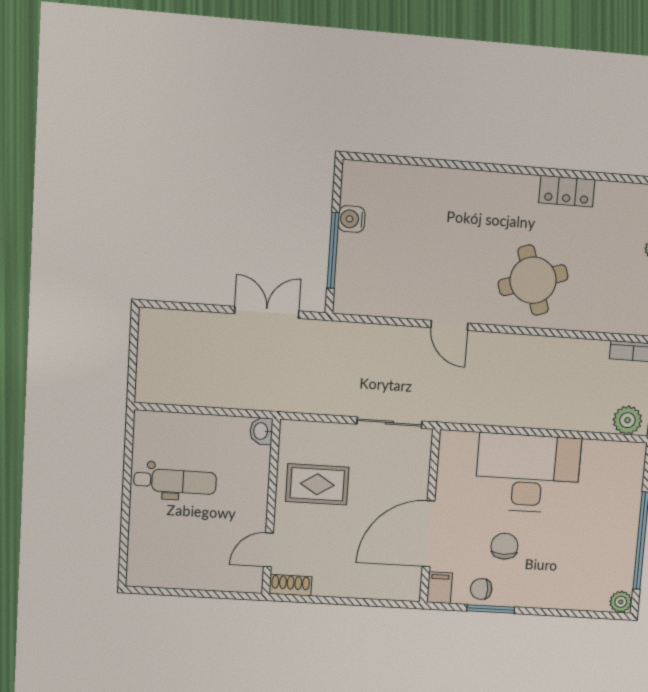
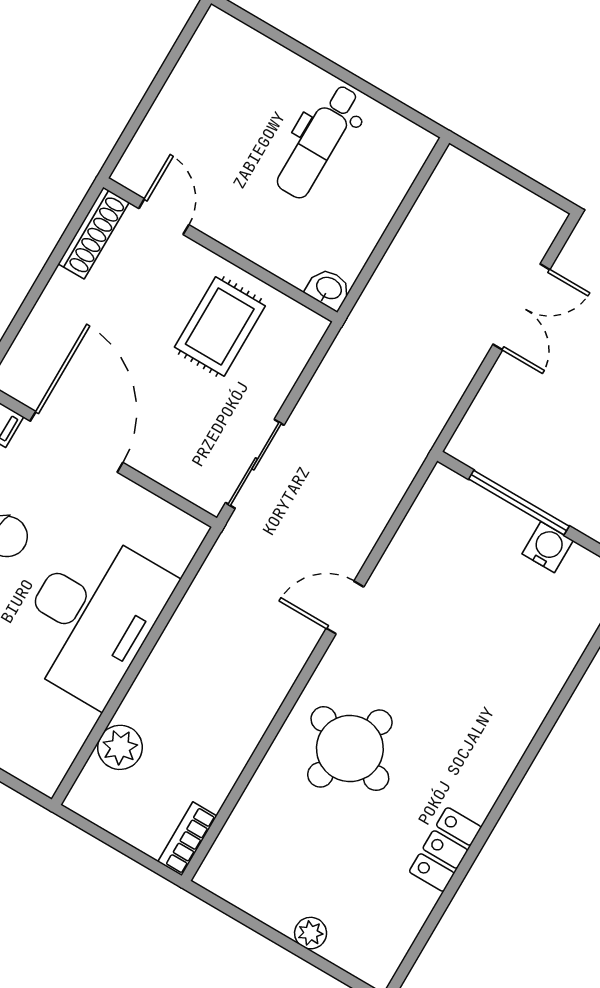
round table: (533, 280) -> (350, 749), turned 36
double door: (267, 312) -> (521, 307), moved
plant: (627, 420) -> (120, 747), moved
shoe rack: (290, 585) -> (94, 233), width x1.43

